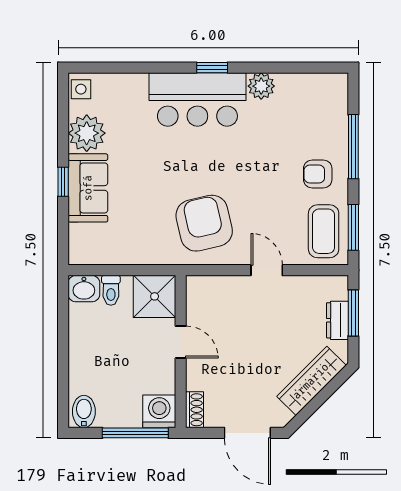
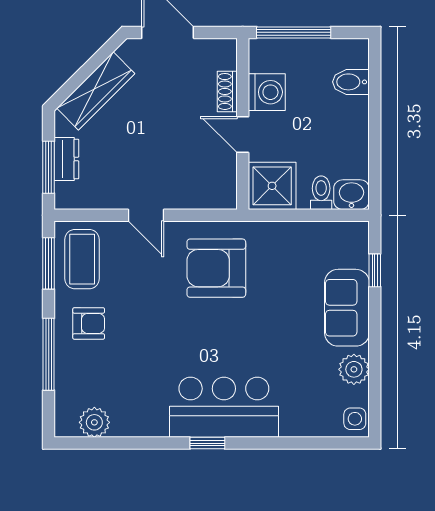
plant: (261, 86) -> (94, 422), moved
plant: (87, 133) -> (354, 369), width x0.73, depth x0.73
window: (63, 182) -> (375, 270), moved
armchair: (204, 223) -> (216, 268), turned 103
shoe rack: (195, 410) -> (227, 91), moved
washing machine: (159, 411) -> (267, 92), moved, turned -90
bidet: (84, 412) -> (351, 82), moved, turned 90

